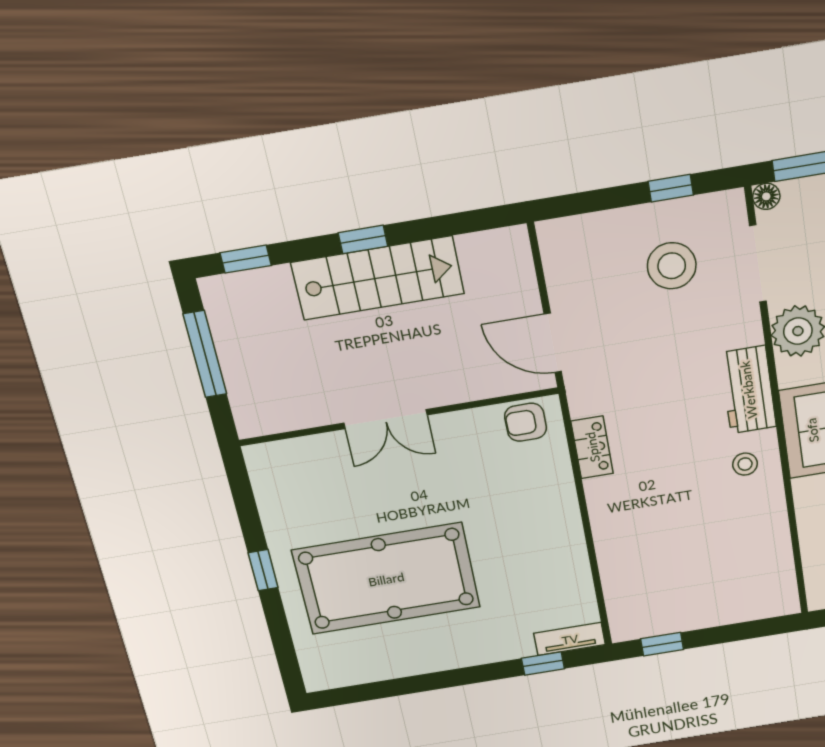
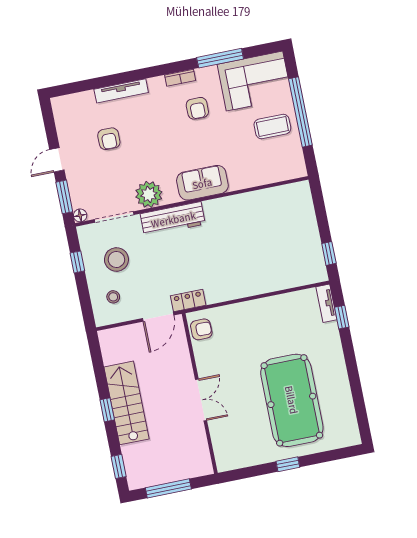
workbench: (748, 390) -> (173, 219), width x1.38
armchair: (526, 422) -> (201, 329), turned -90
locker: (592, 447) -> (188, 300), moved
stool: (745, 464) -> (113, 297), moved

